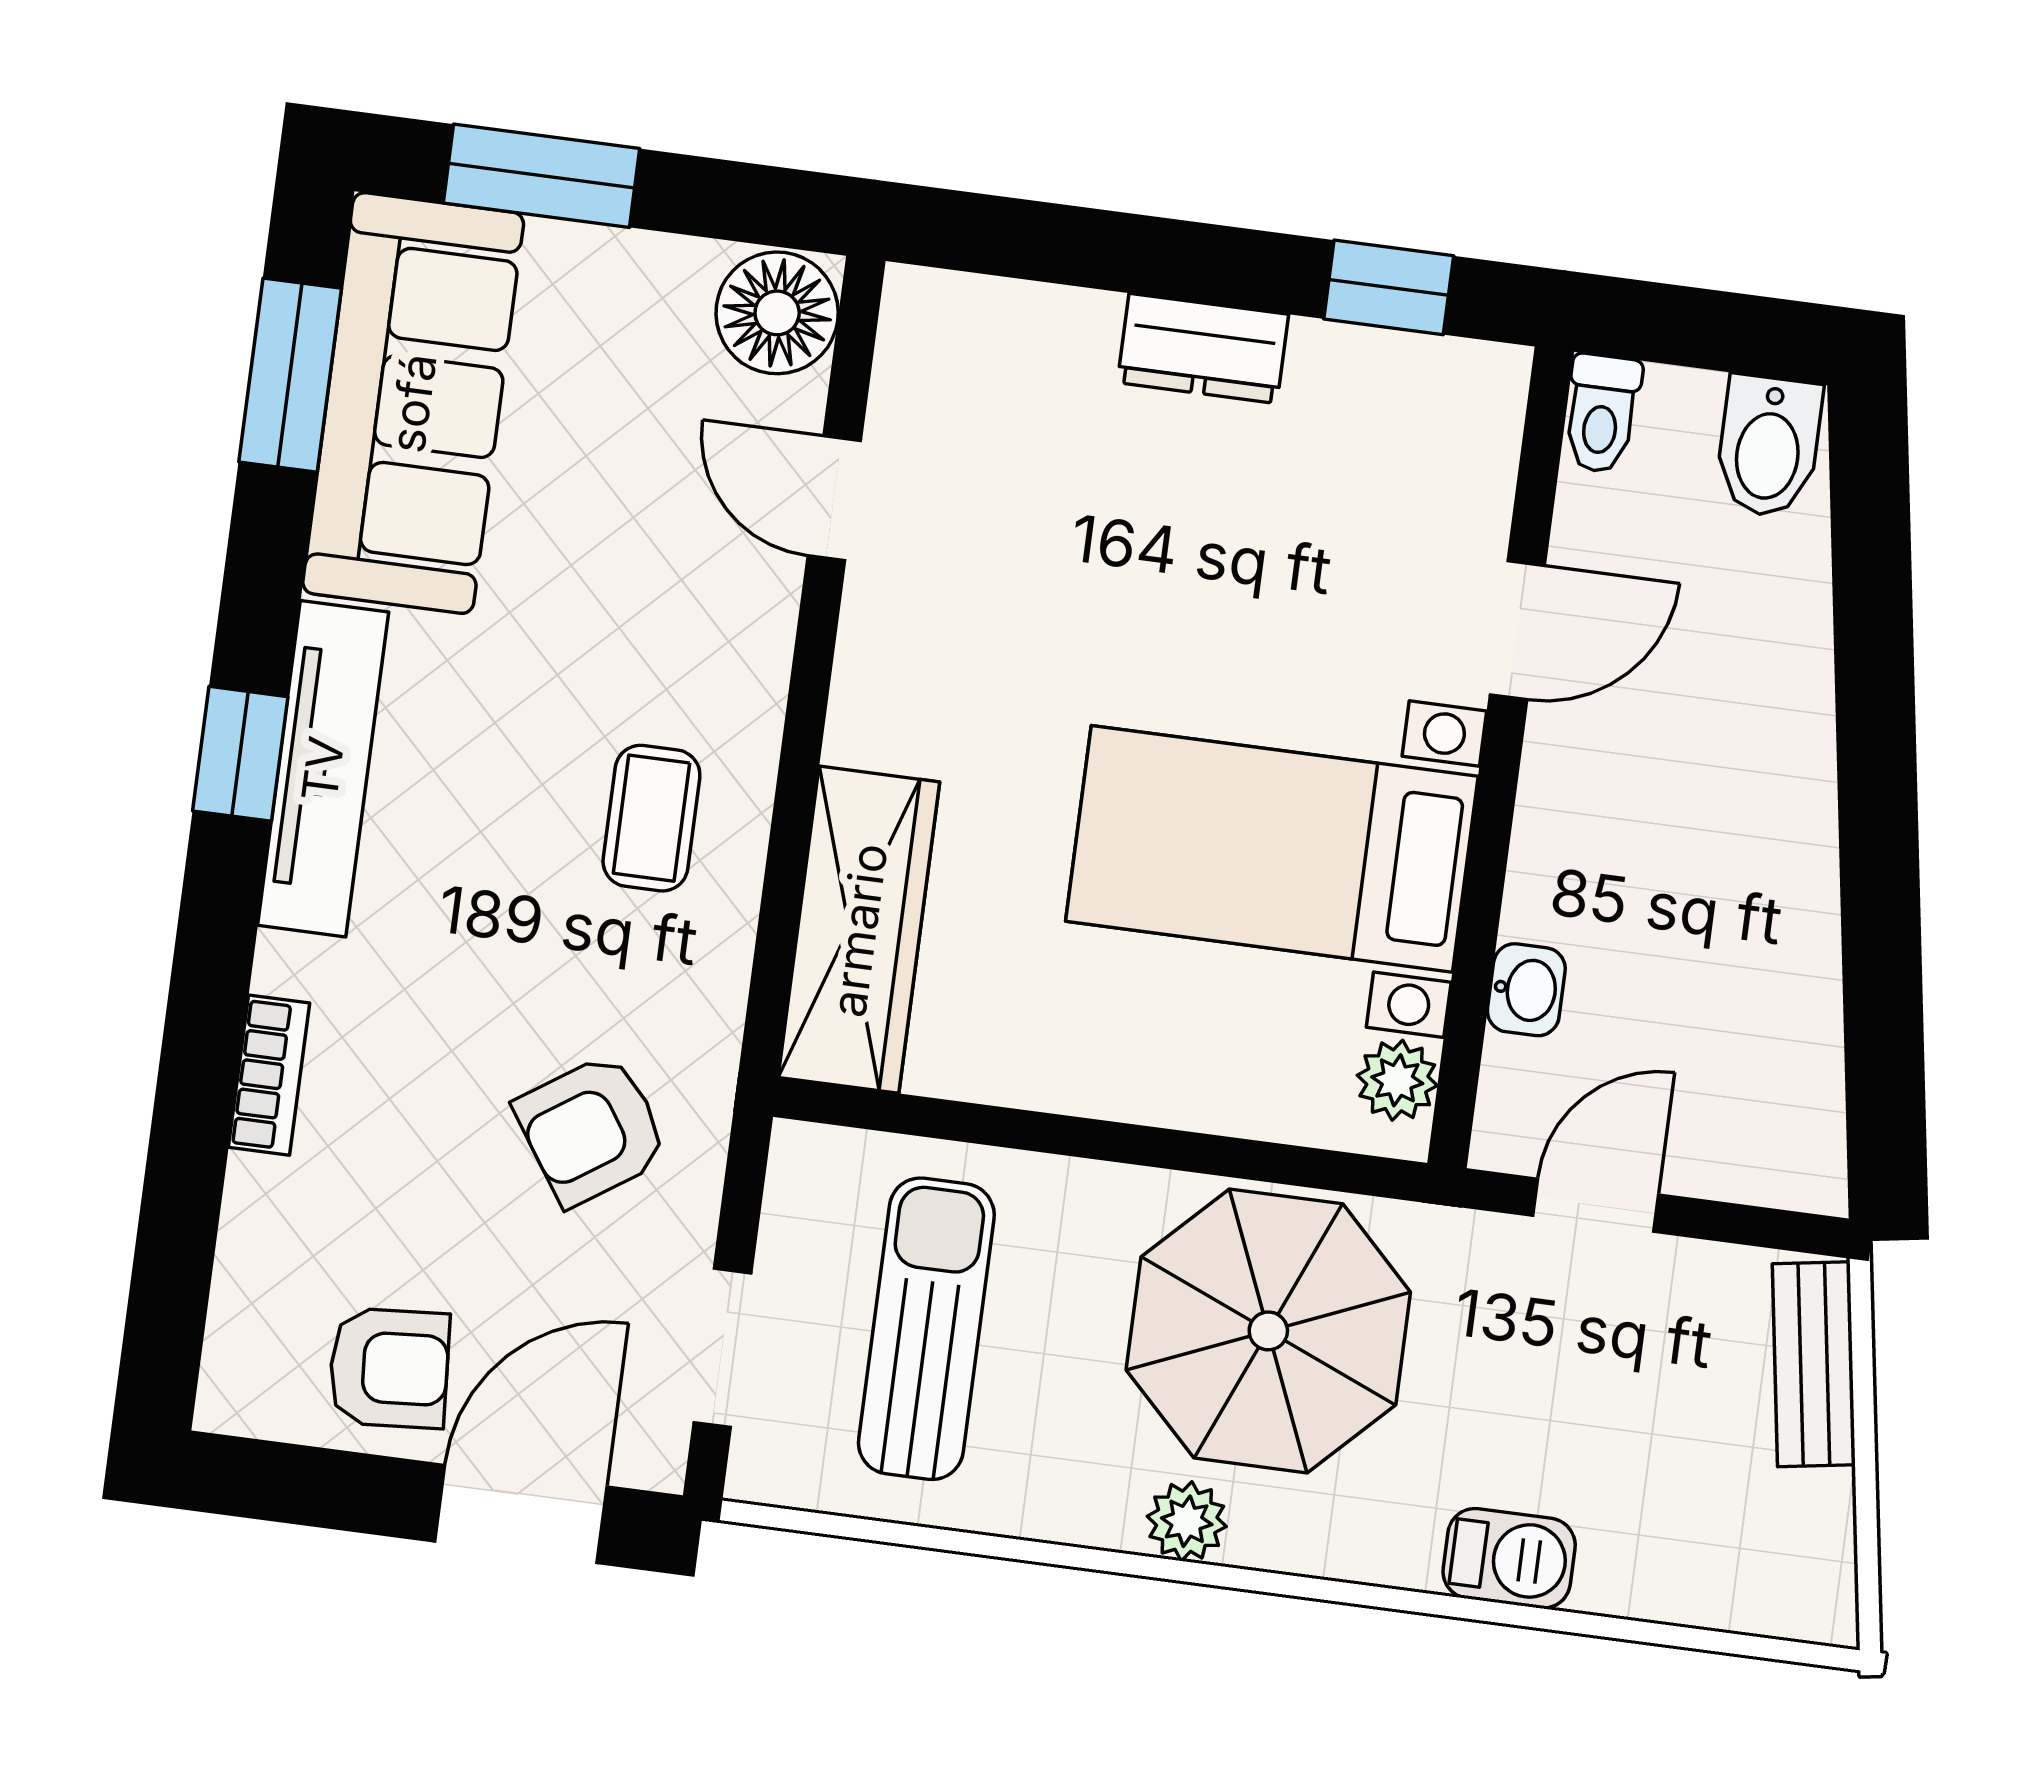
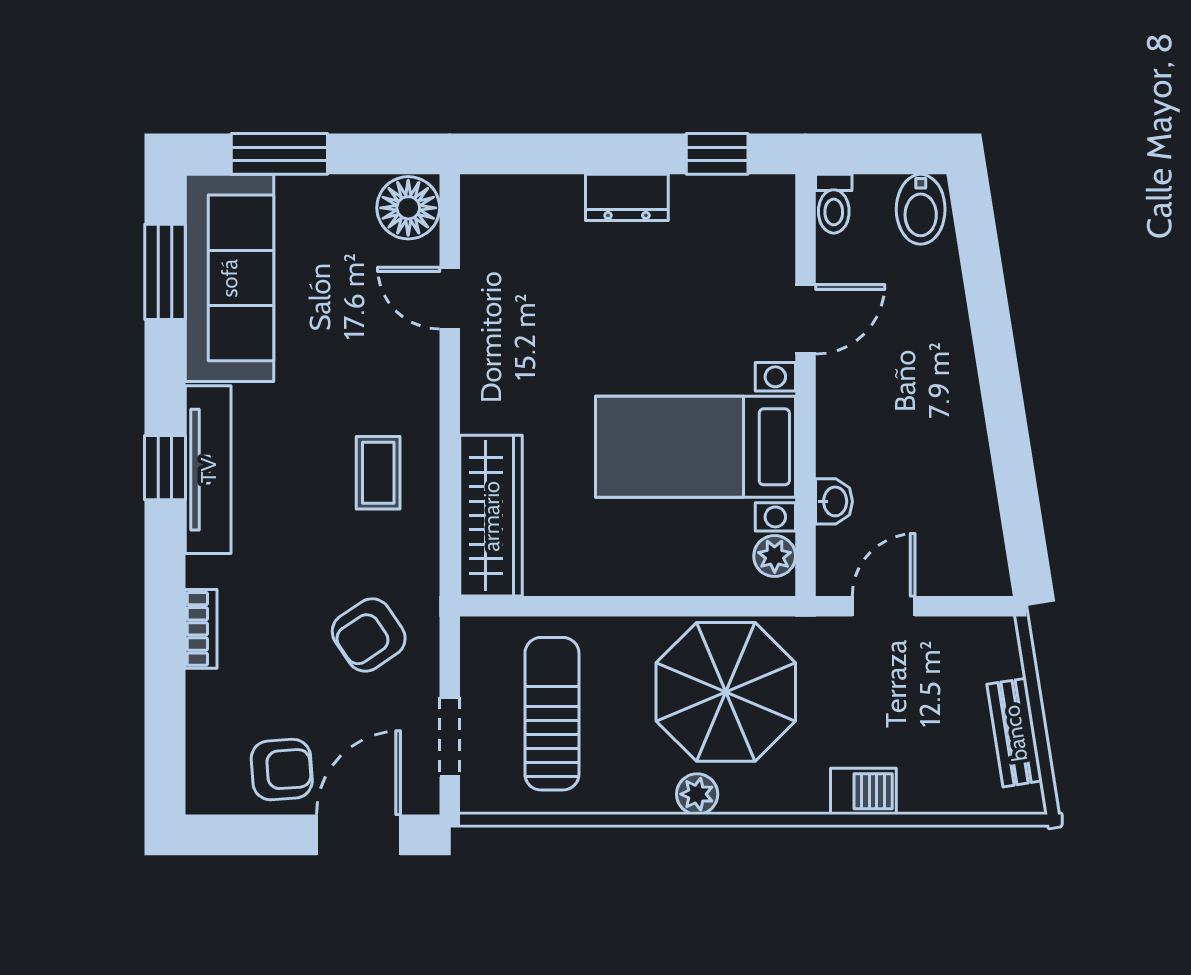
bench: (1814, 1364) -> (1015, 733), moved

